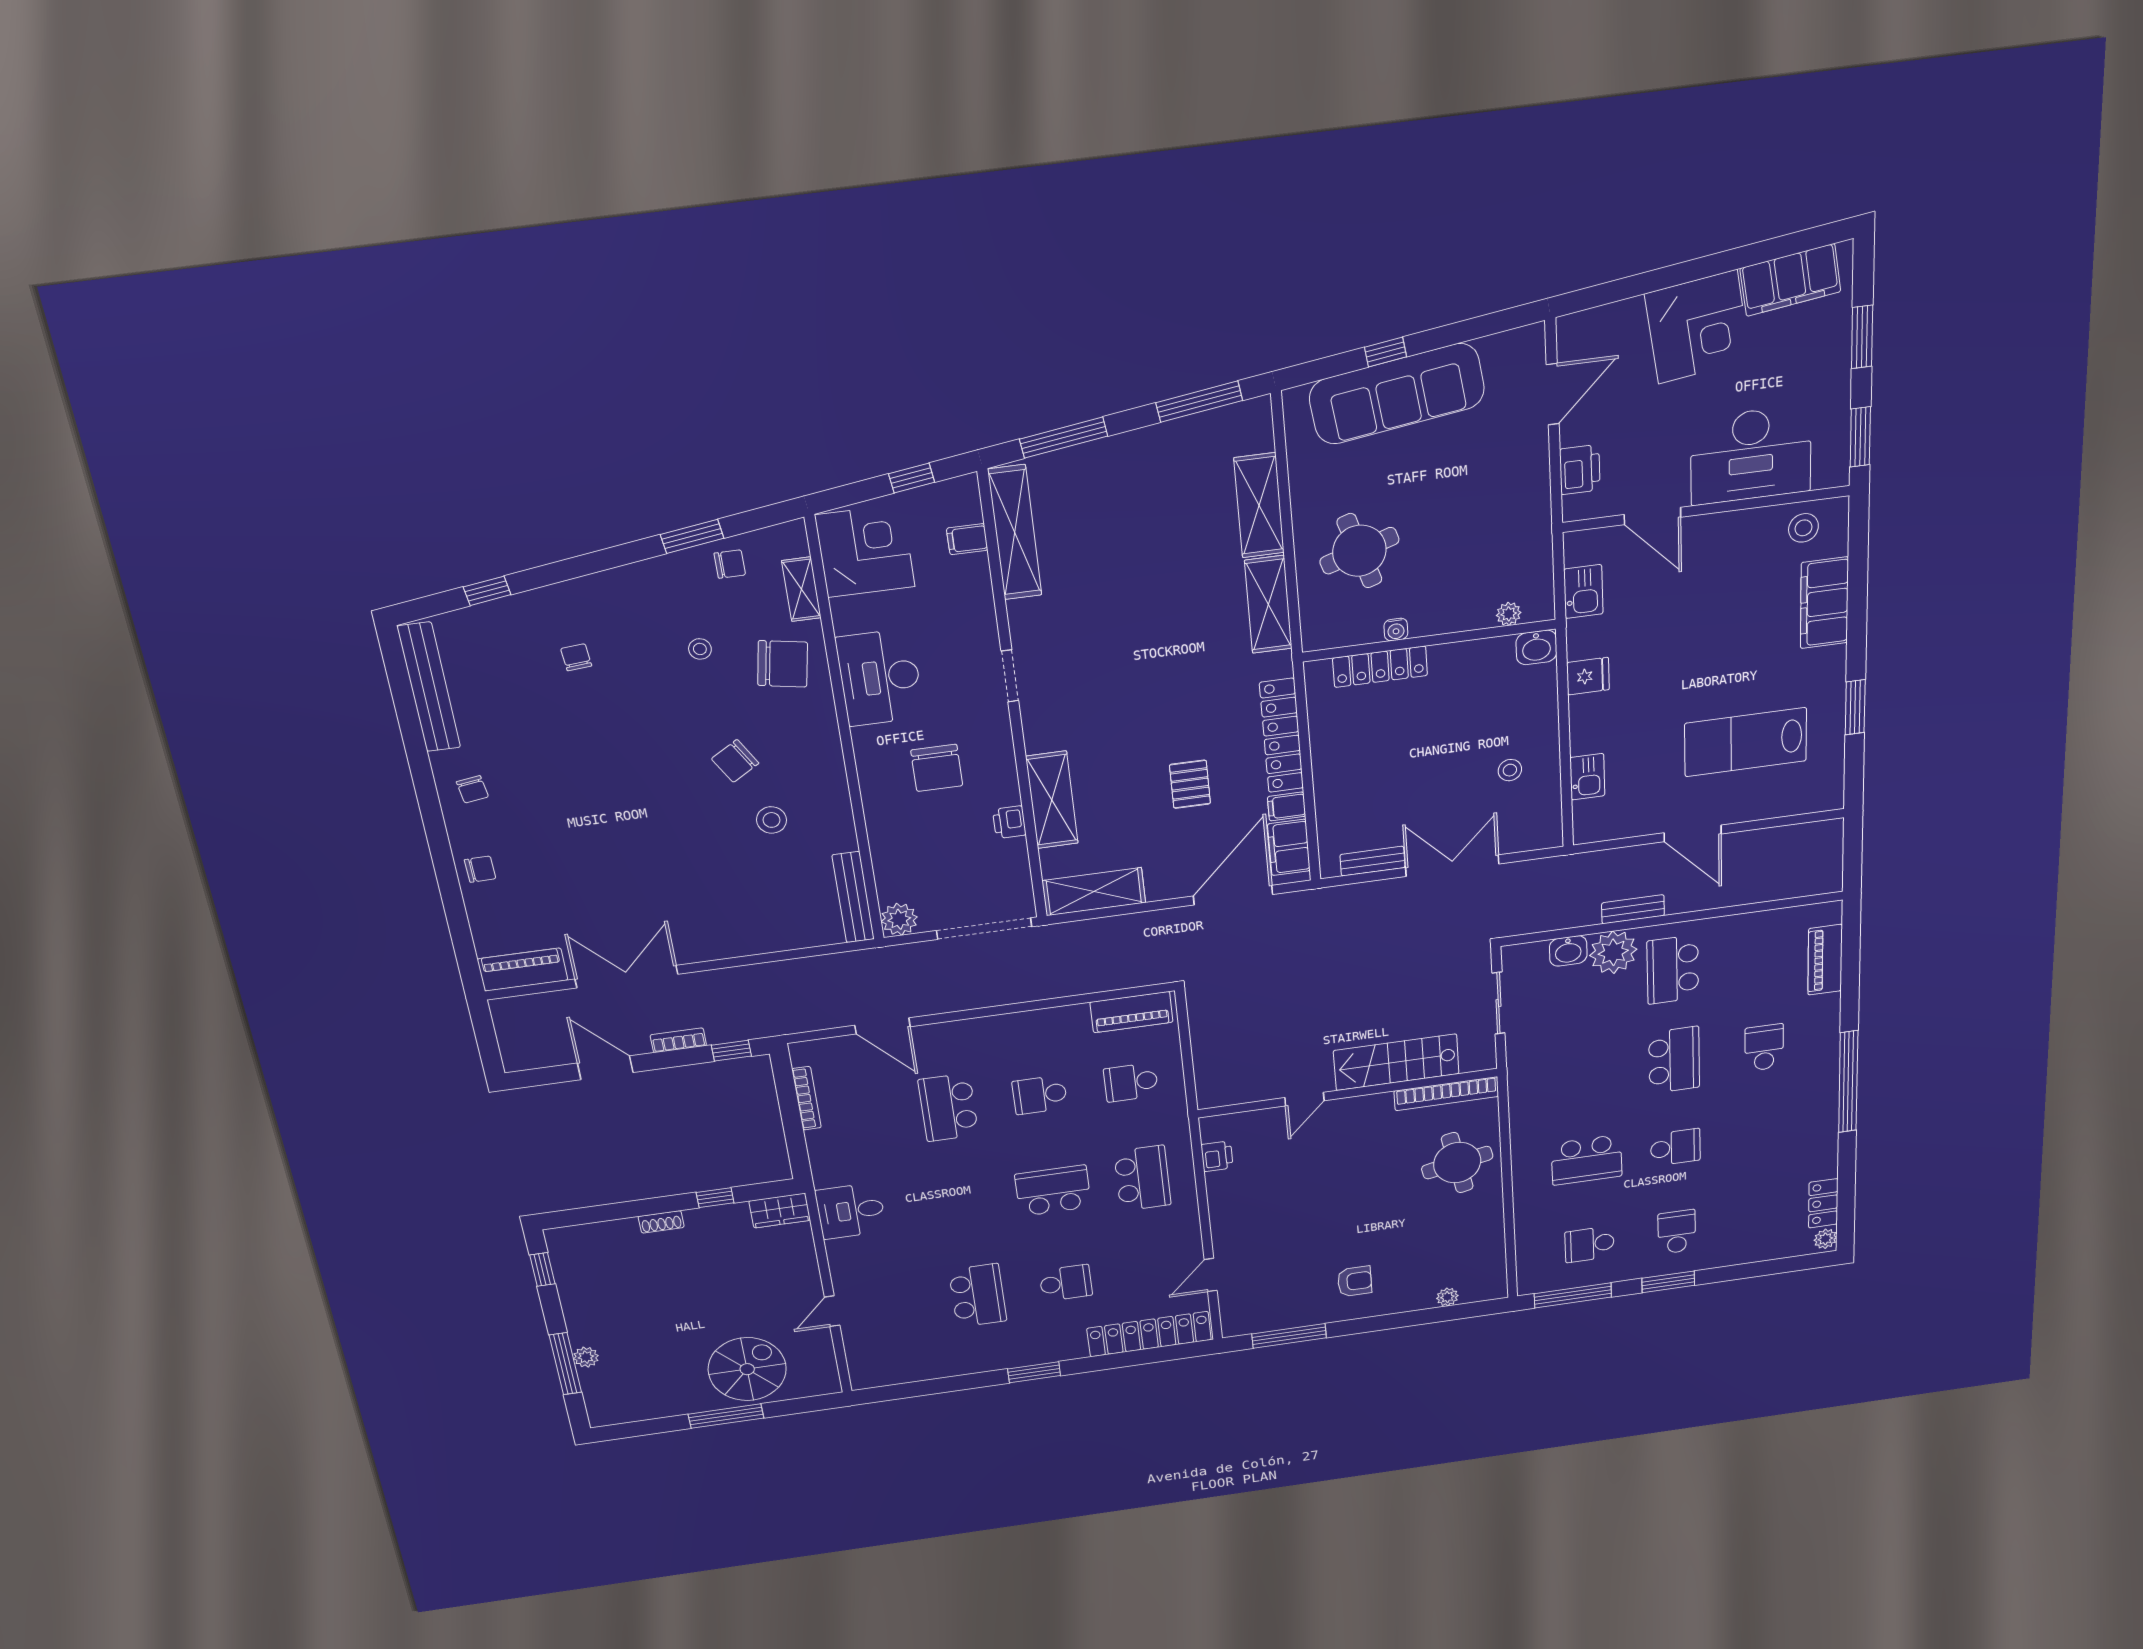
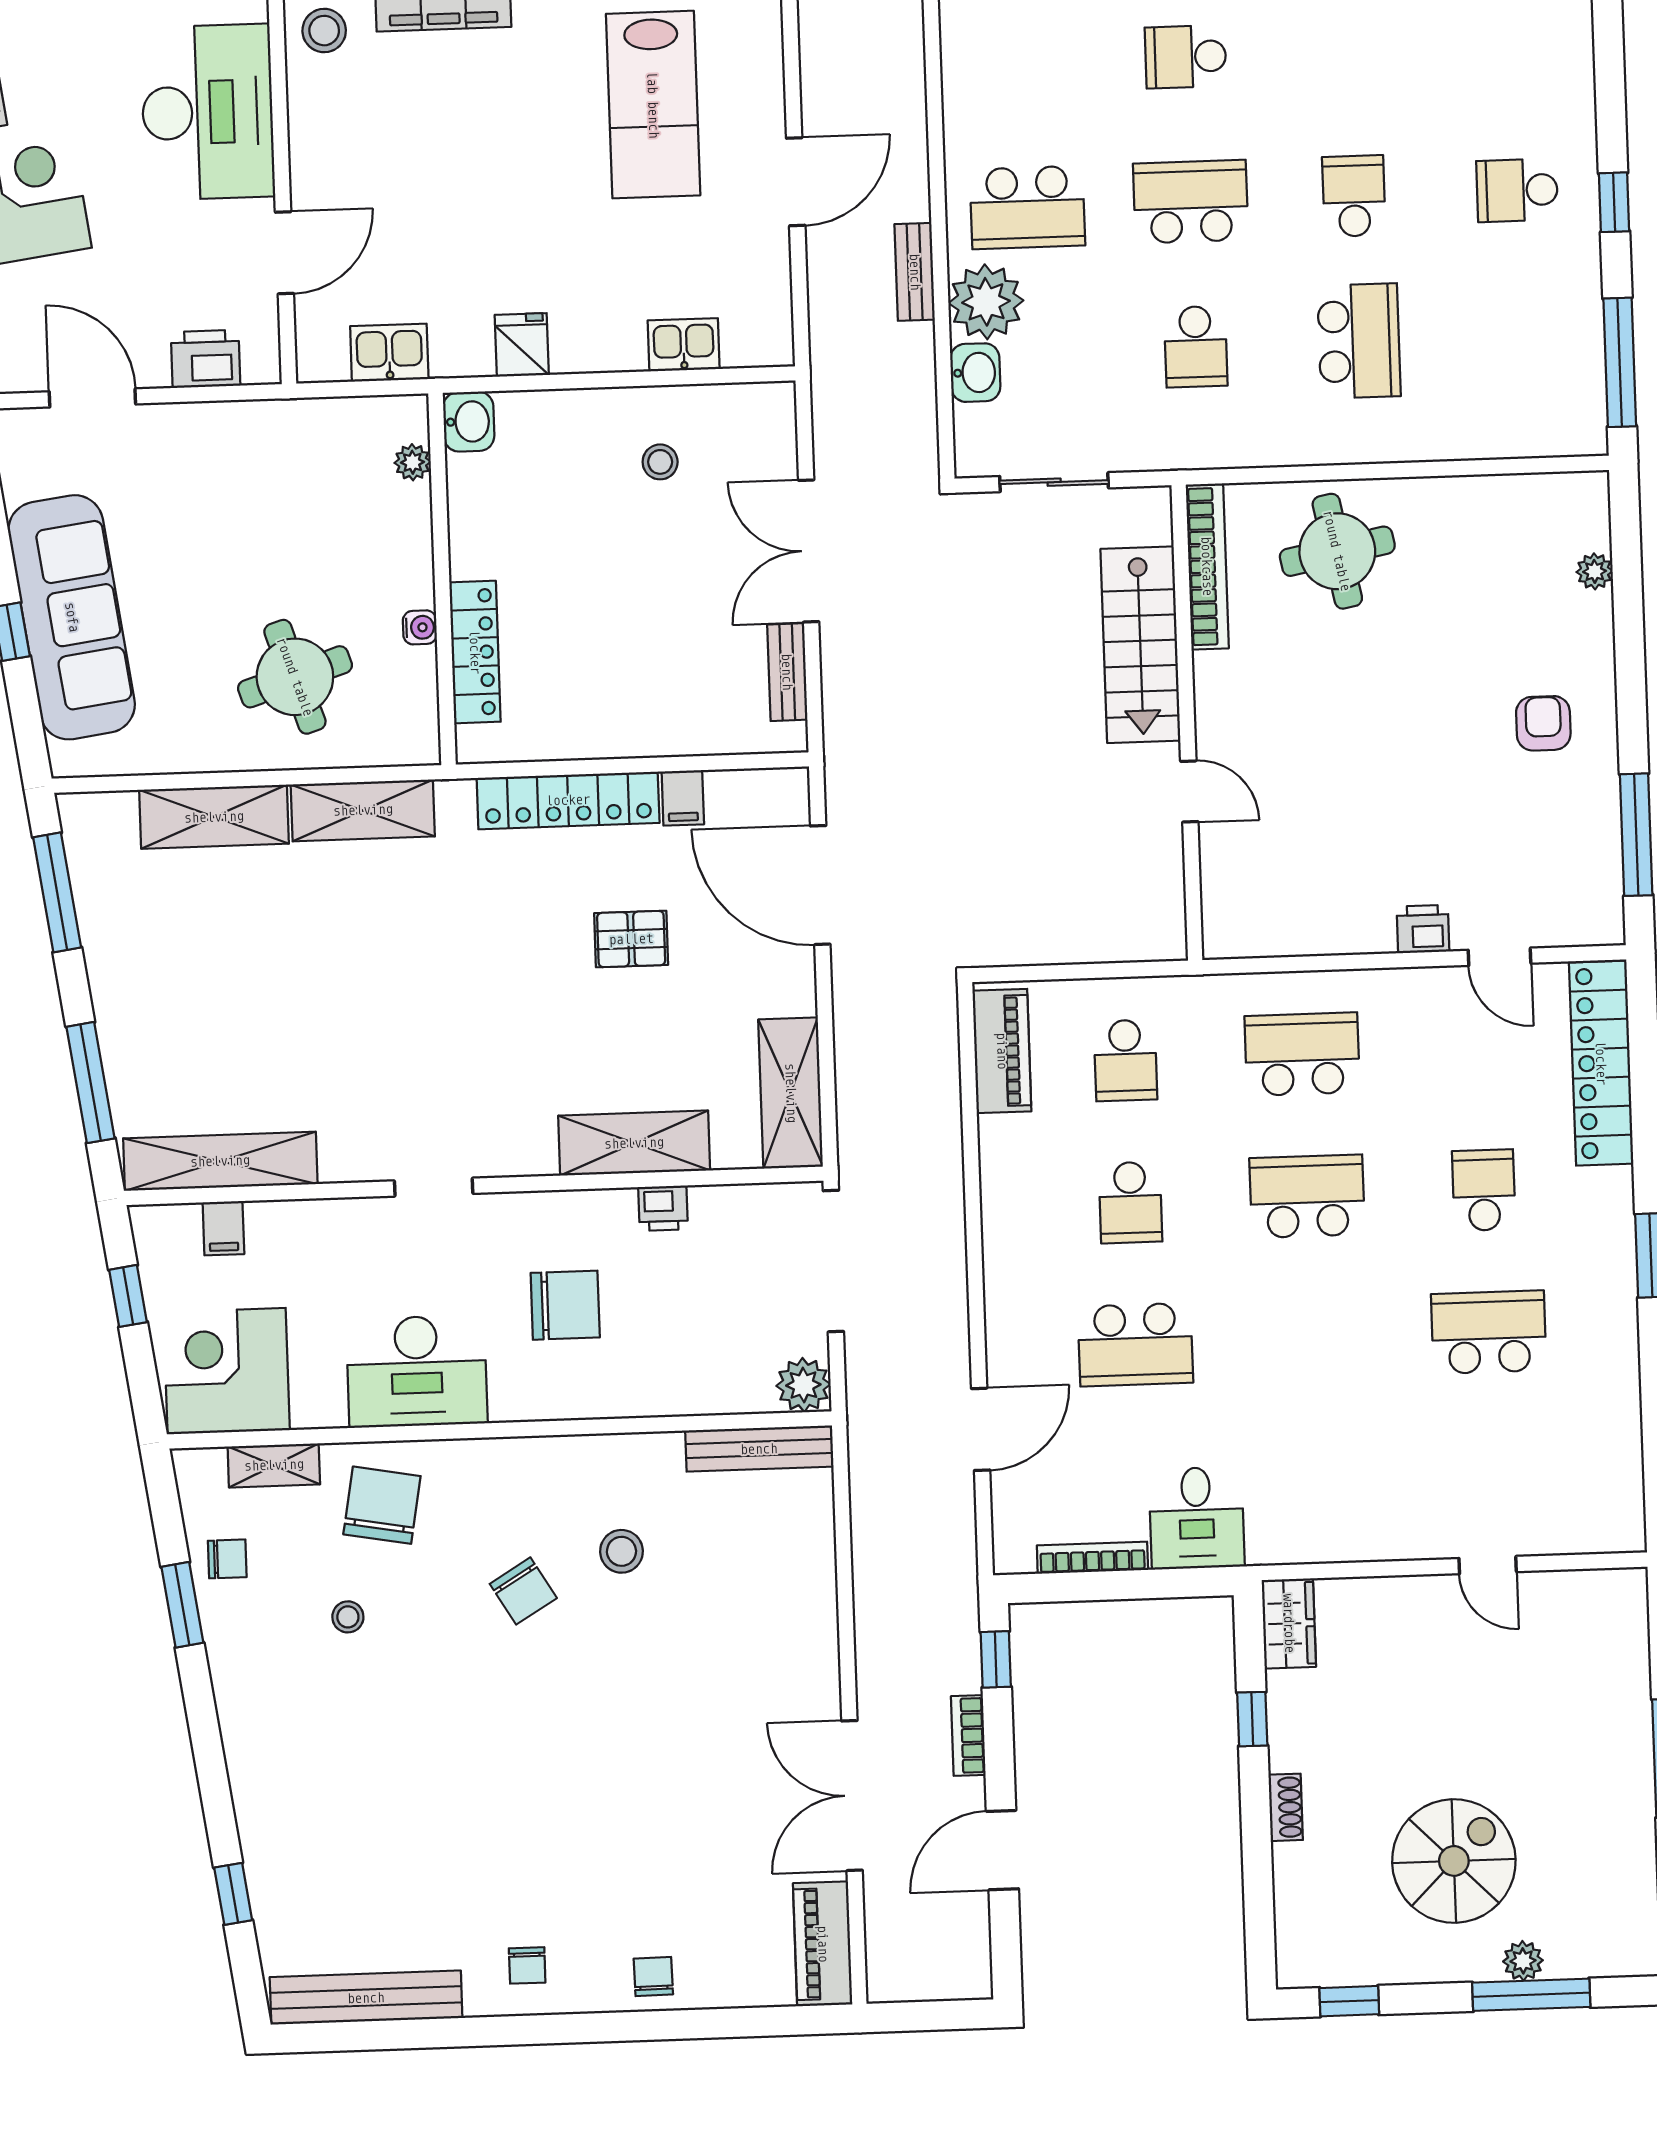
chair: (730, 564) -> (227, 1559), turned 90
chair: (576, 657) -> (343, 1789), removed
chair: (472, 789) -> (527, 1965), turned 98
filing cabinet: (1289, 847) -> (750, 797), removed
printer: (1217, 1156) -> (1423, 929), moved
school desk: (1053, 1191) -> (1307, 1196), turned 90
desk: (851, 1211) -> (1197, 1518), moved
school desk: (1589, 1244) -> (1196, 347), moved
window: (1668, 1282) -> (1614, 202), width x0.67
spiral stairs: (747, 1369) -> (1454, 1861), moved, turned 90

